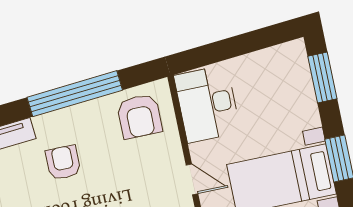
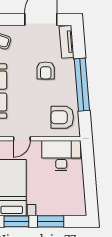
window: (322, 77) -> (51, 221), moved
armchair: (63, 163) -> (46, 70), turned 90

